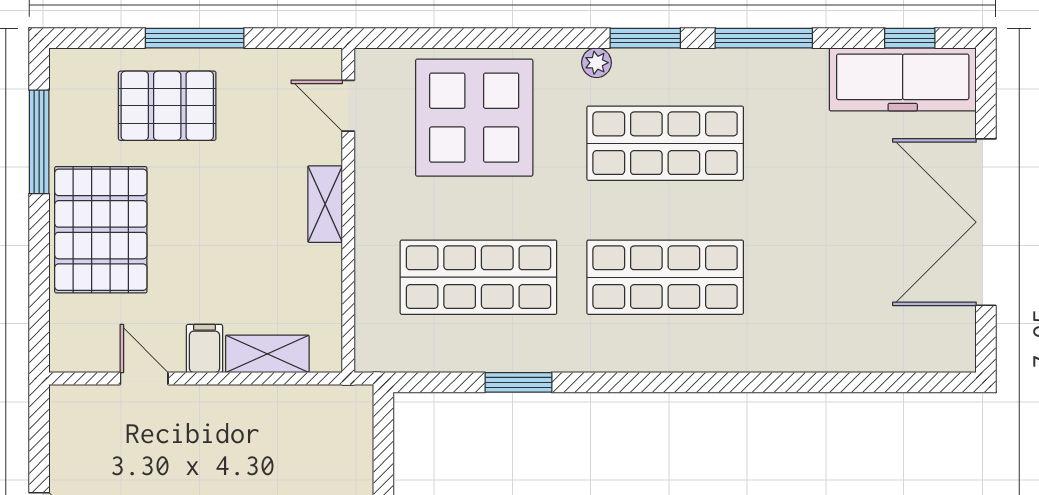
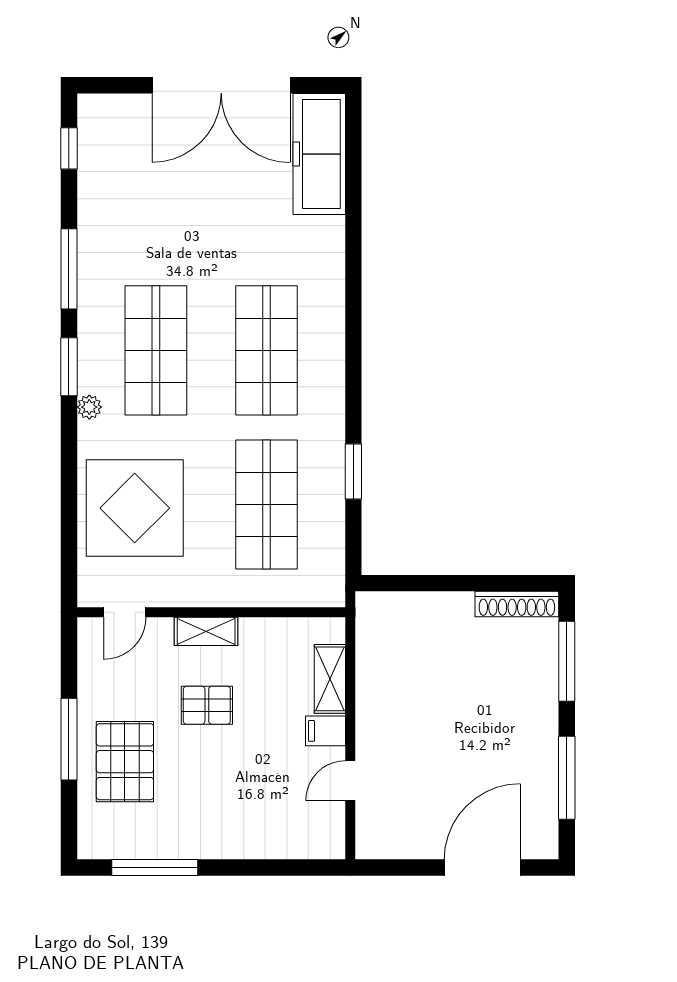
freezer: (903, 79) -> (319, 154), moved, turned 180
pallet: (101, 230) -> (207, 705), moved, width x0.49, depth x0.50

